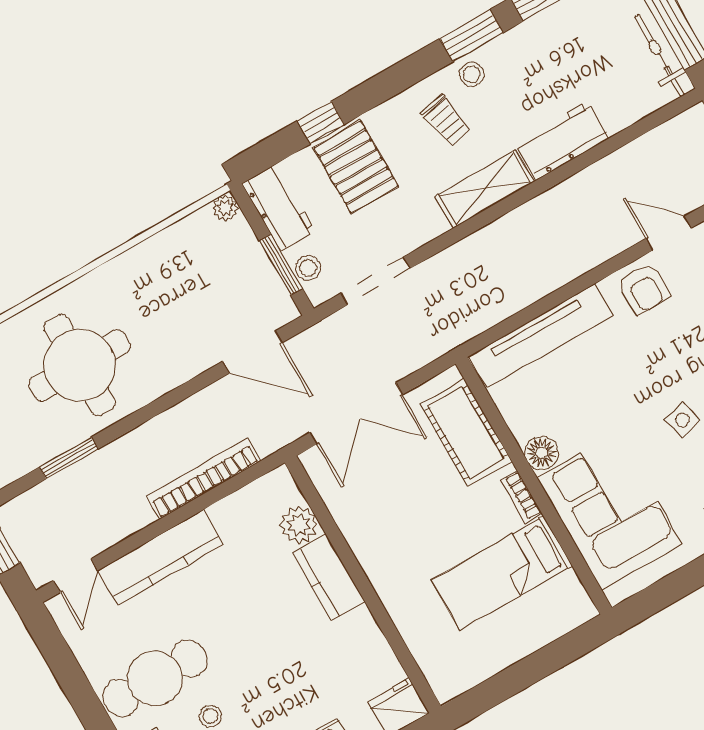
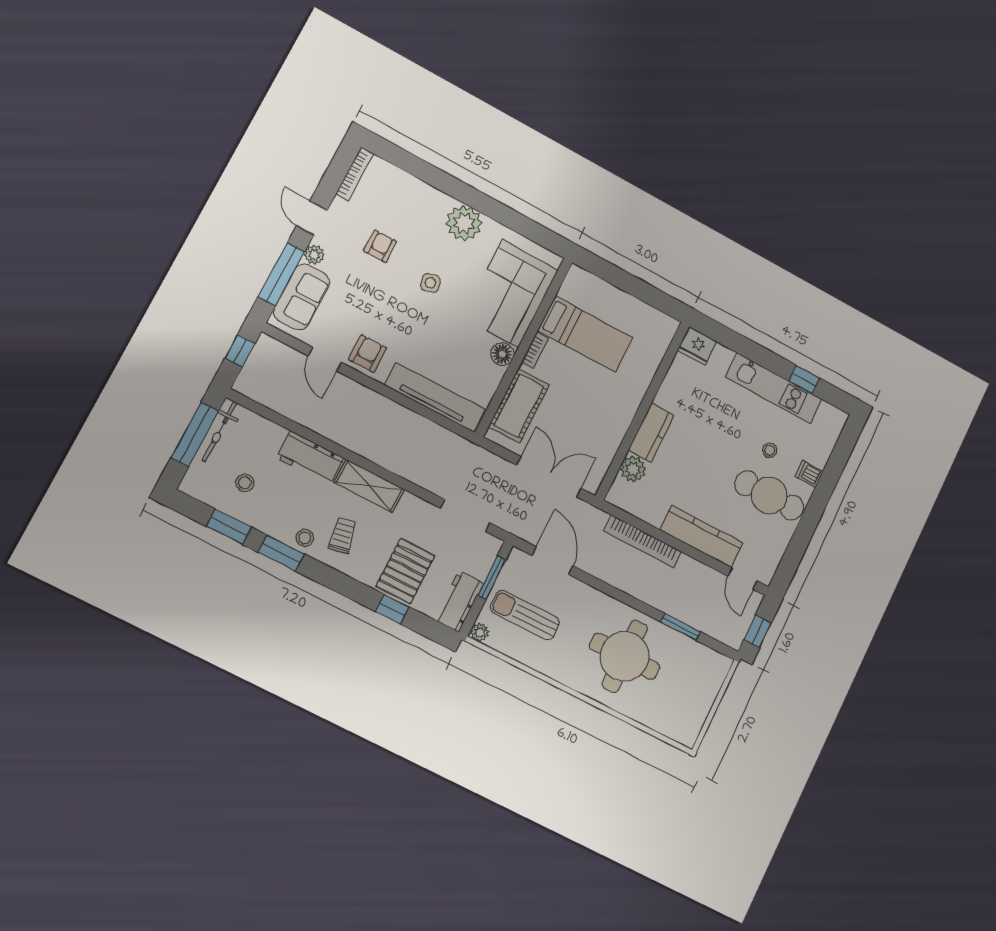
stool: (308, 268) -> (245, 483), moved
sun lounger: (210, 276) -> (525, 615), added
door: (76, 576) -> (742, 578), swing flipped

